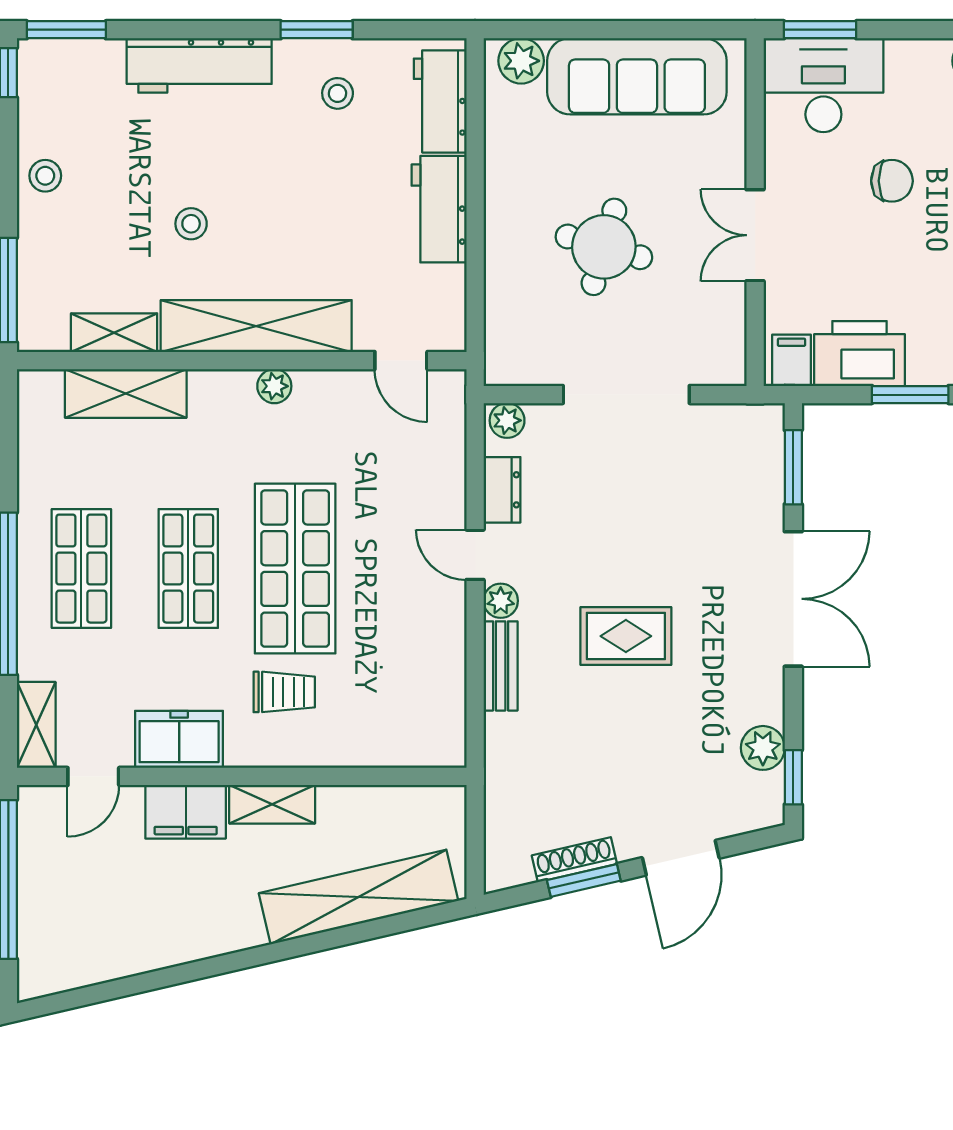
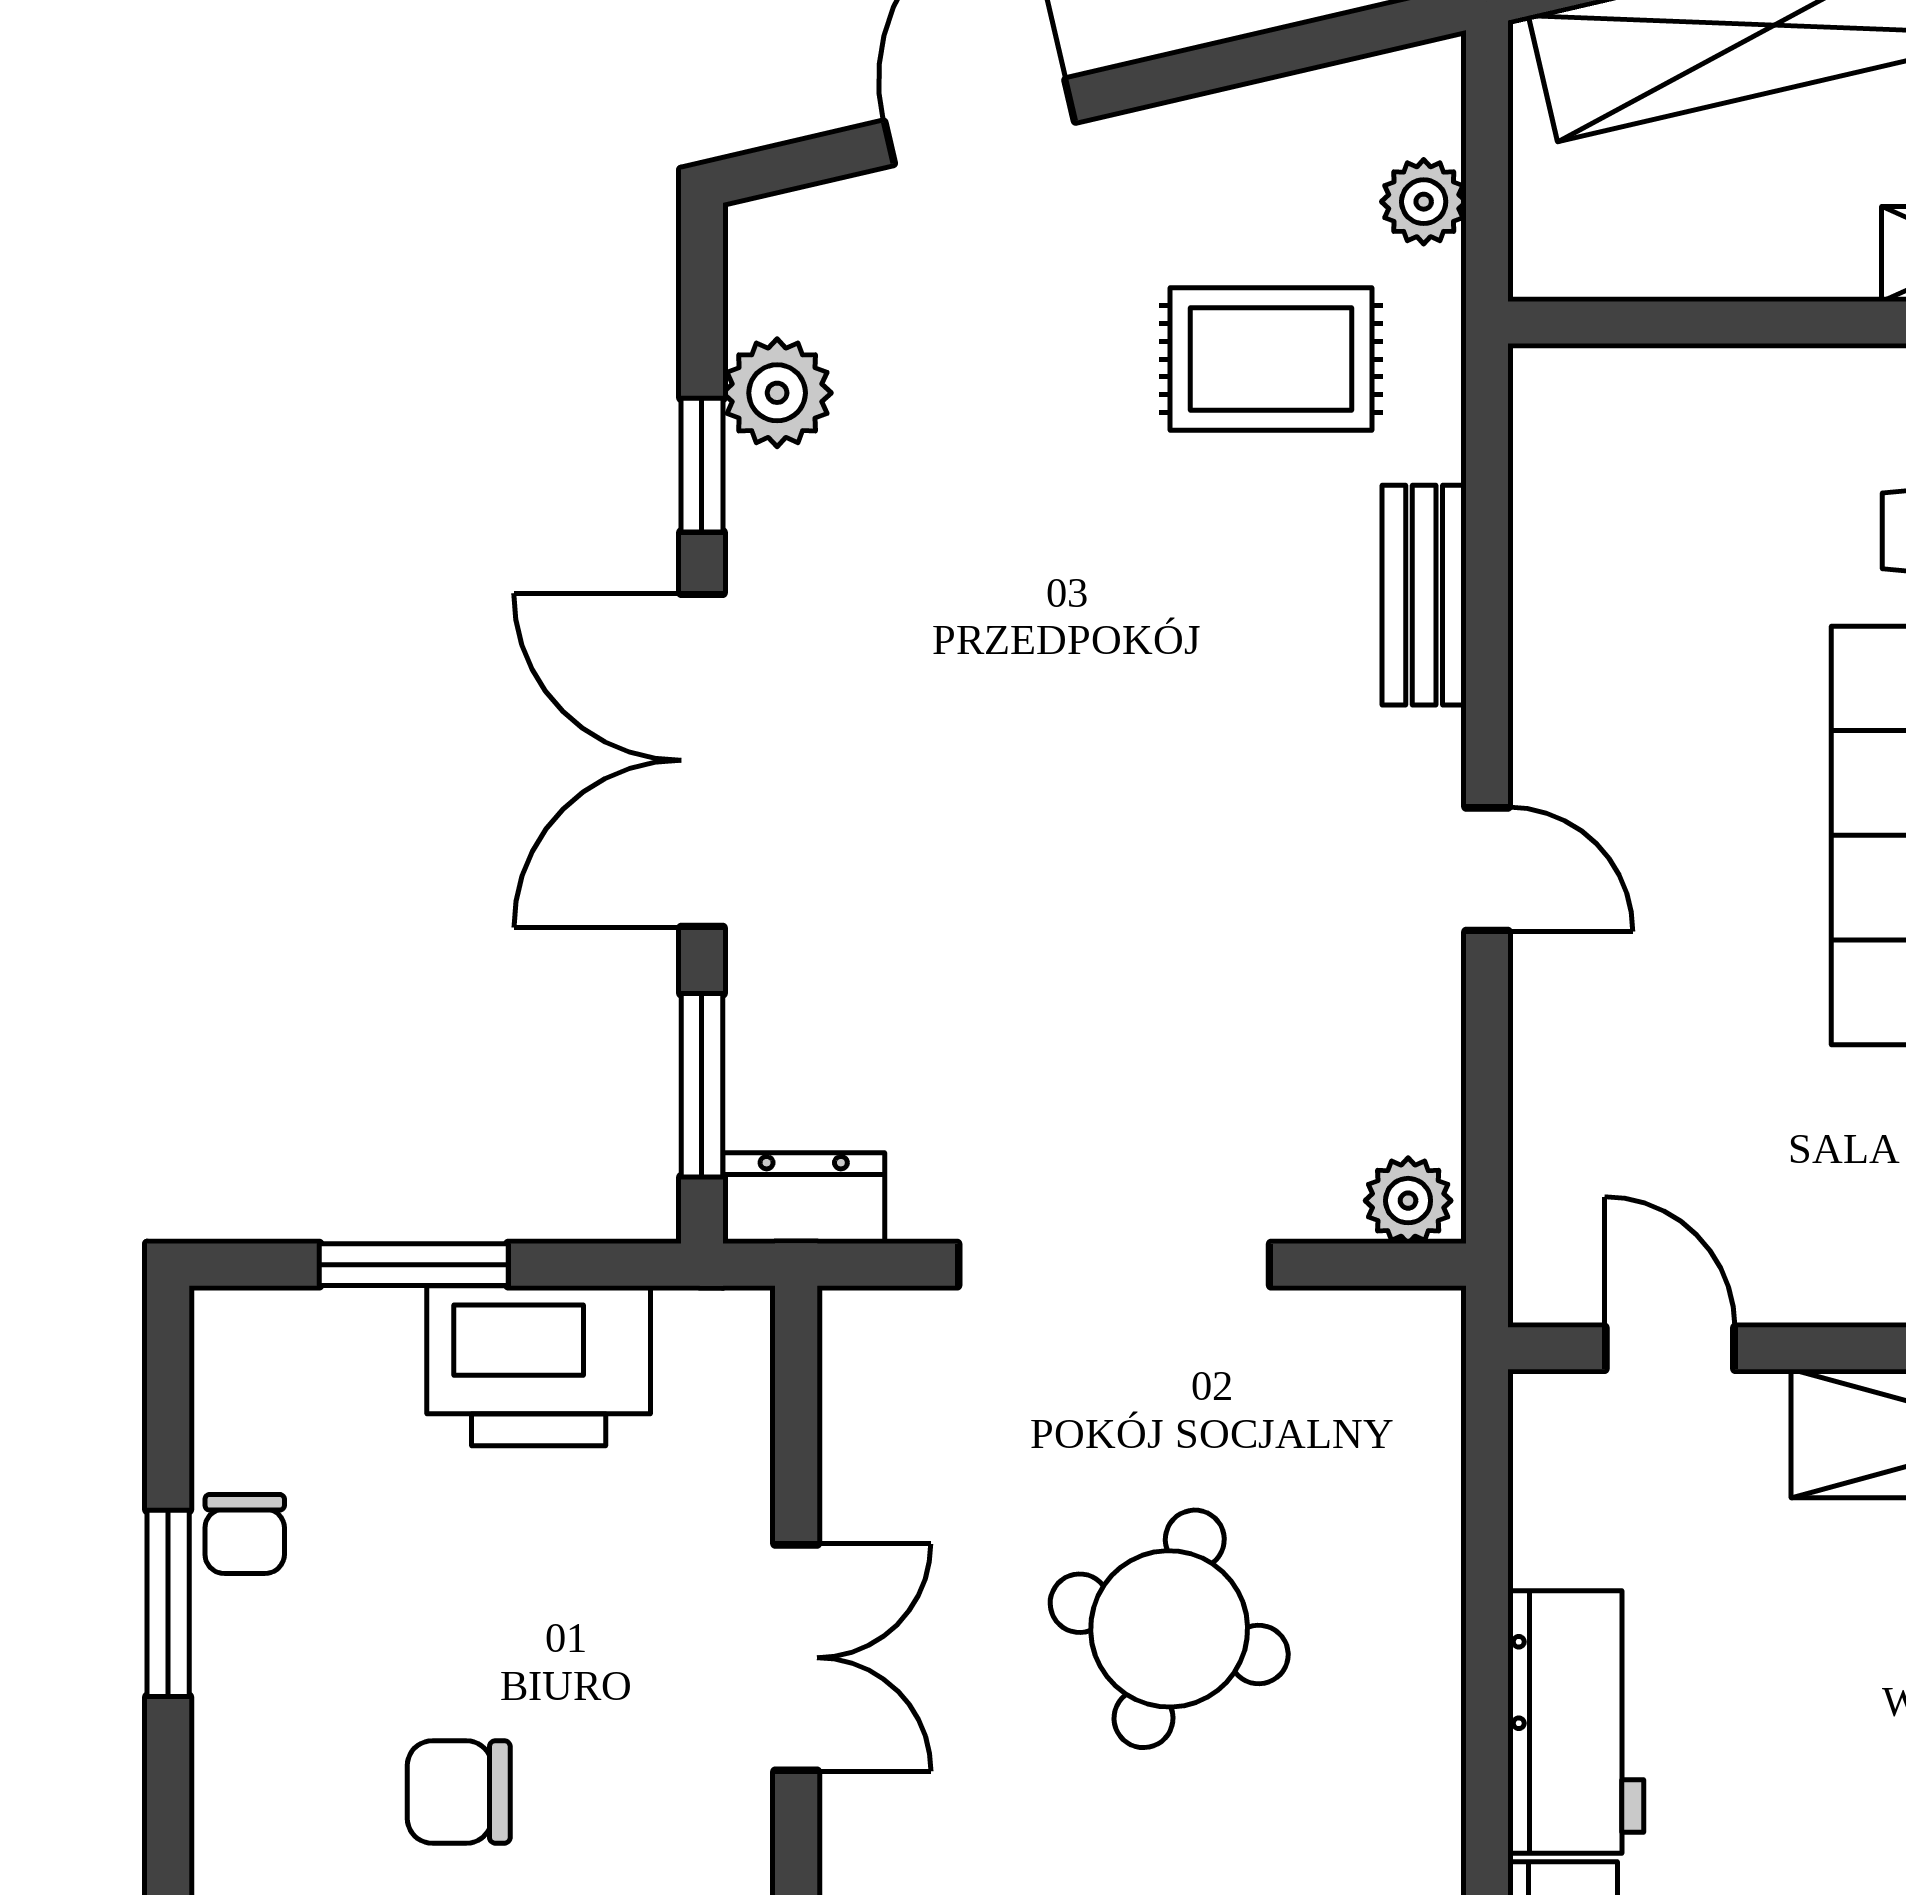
filing cabinet: (792, 360) -> (706, 1349), removed
dresser: (502, 490) -> (804, 1198), moved, turned 90
plant: (501, 601) -> (1424, 202), moved
rug: (626, 636) -> (1271, 359), moved
window: (793, 777) -> (702, 465), moved
shoe rack: (574, 860) -> (1242, 117), removed
window: (584, 880) -> (1219, 66), removed

